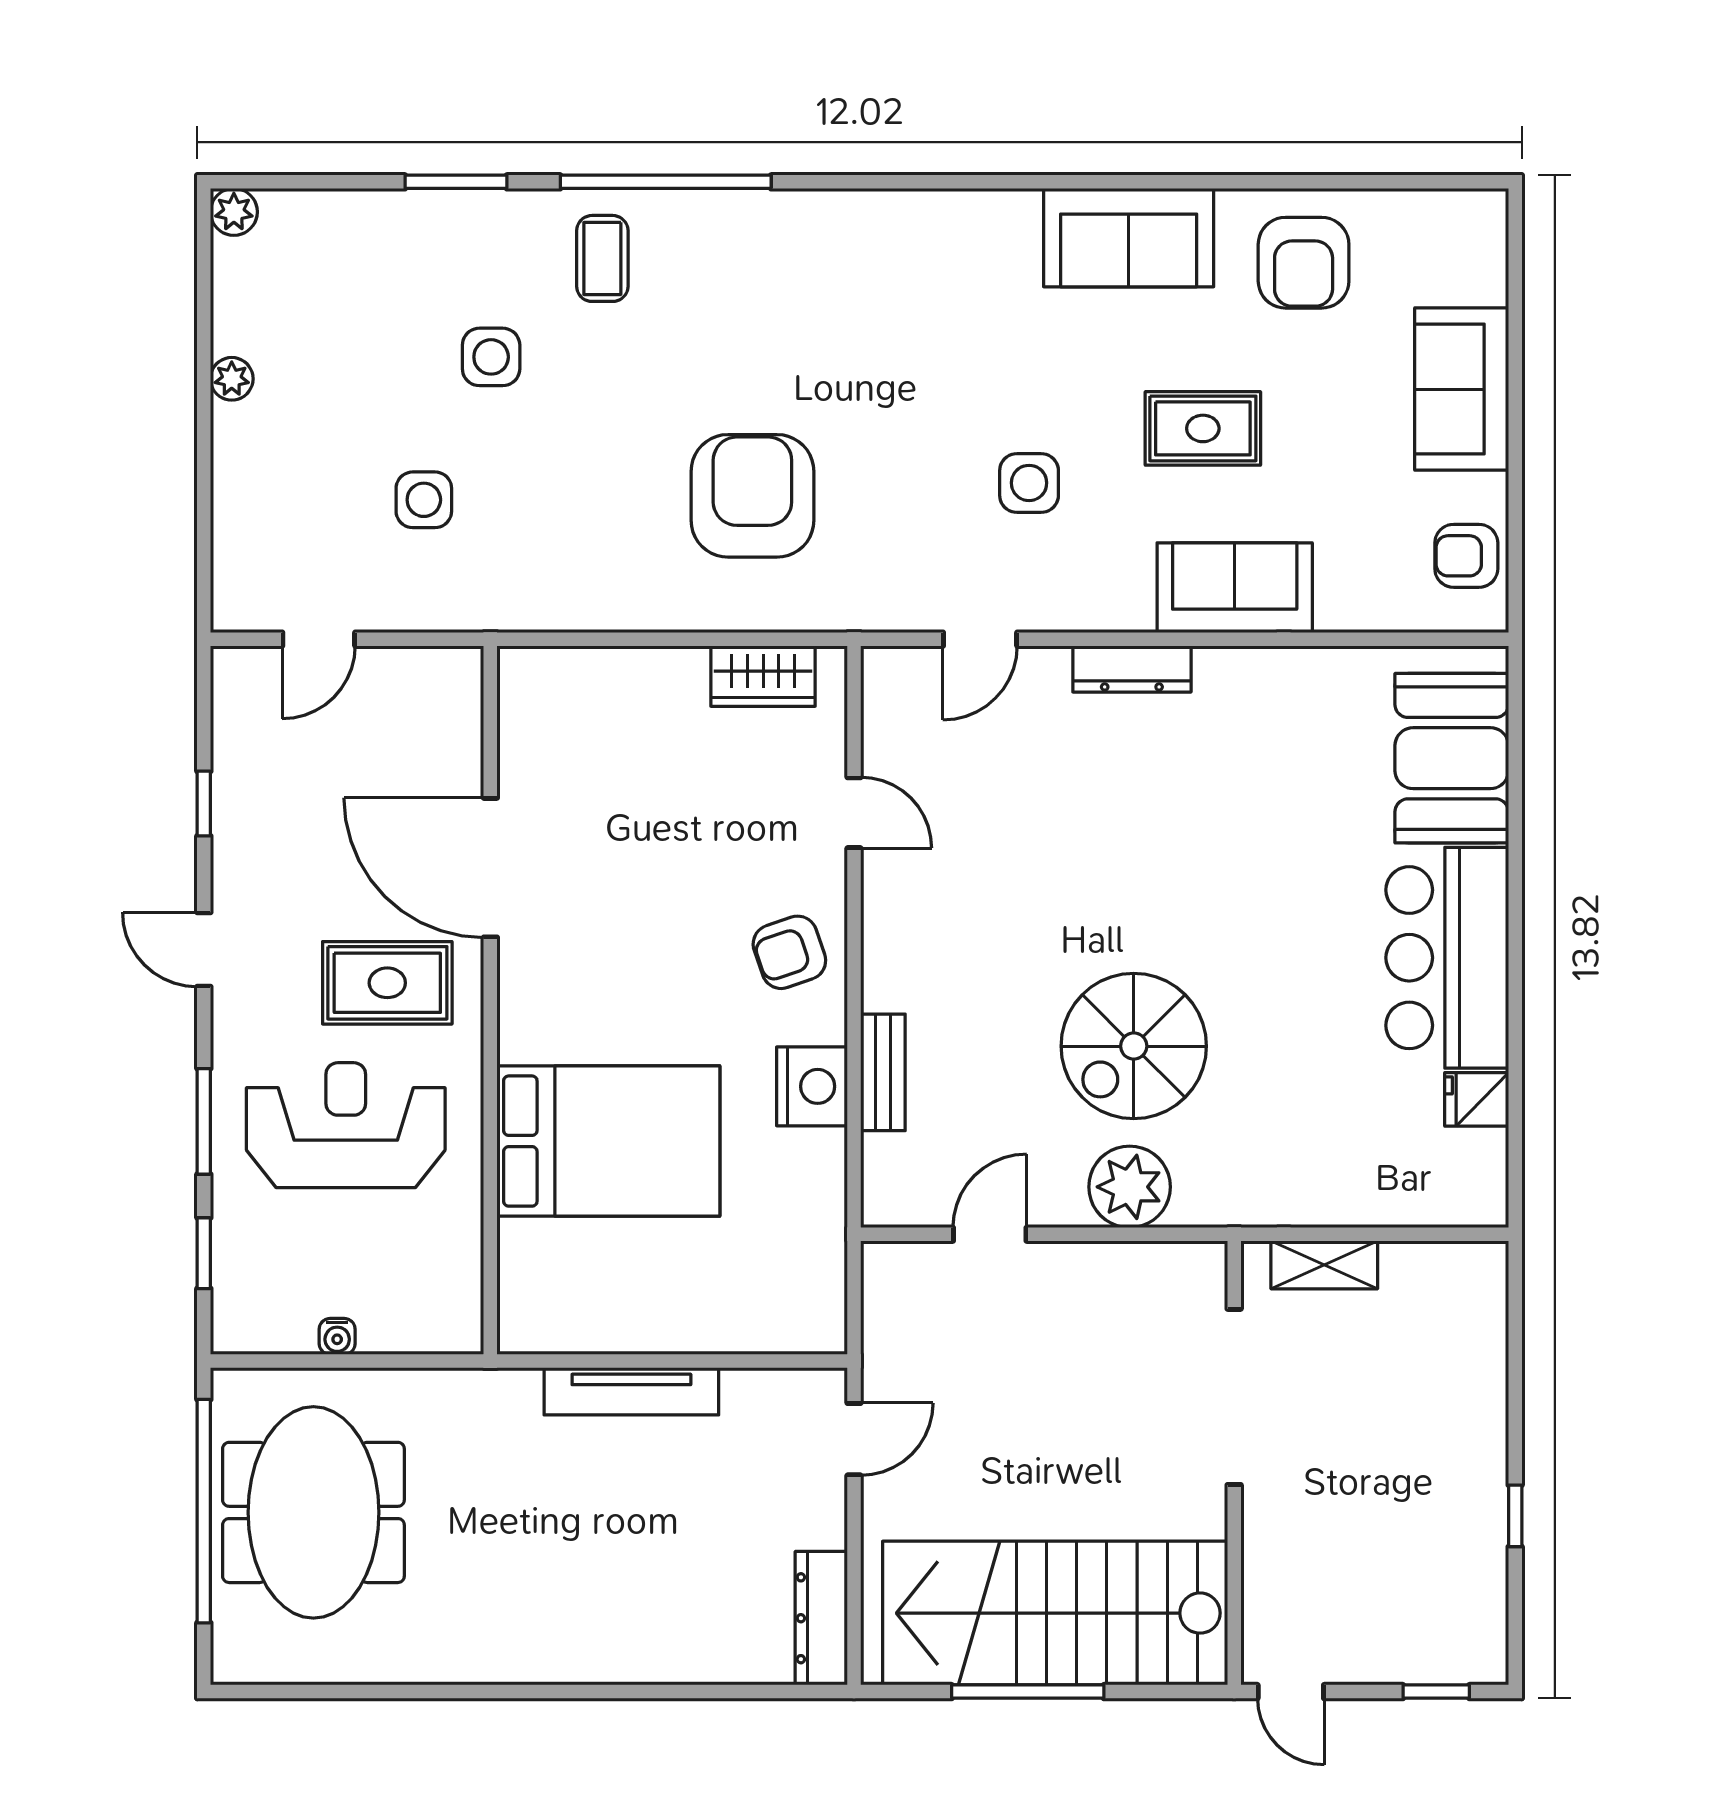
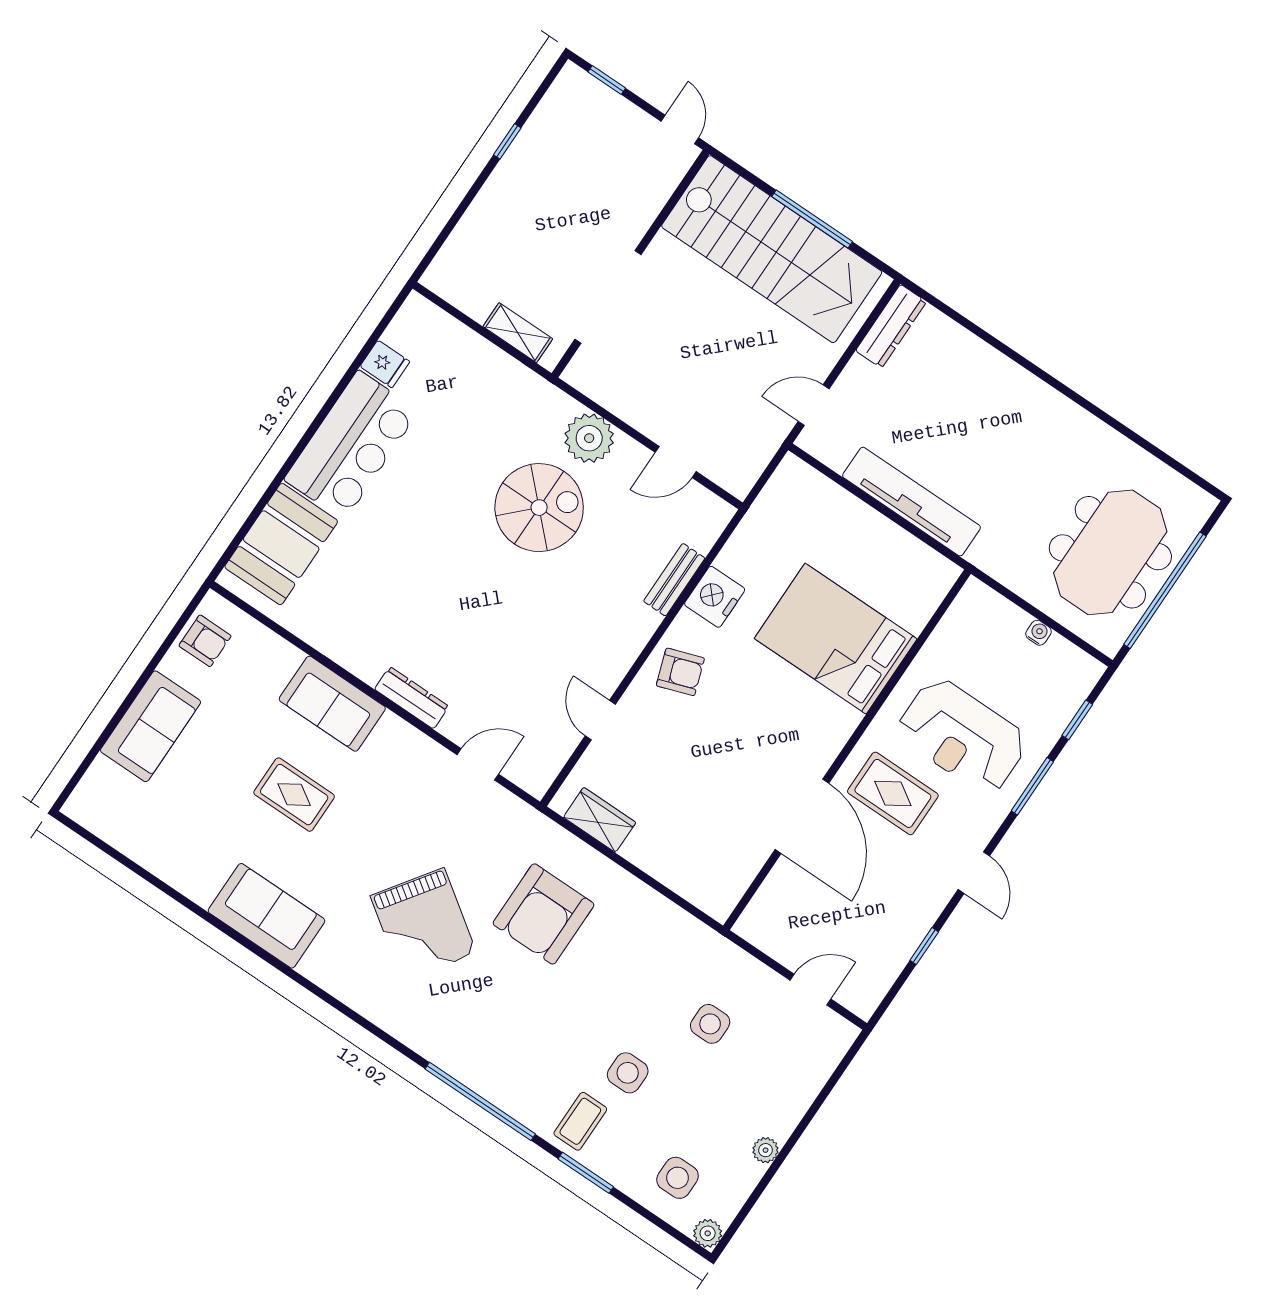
coffee table: (602, 258) -> (580, 1121), moved
armchair: (1304, 263) -> (187, 844), removed
grand piano: (907, 371) -> (423, 924), added
side table: (1029, 483) -> (678, 1178), moved
tv unit: (631, 1391) -> (912, 502), width x1.36, depth x1.29

